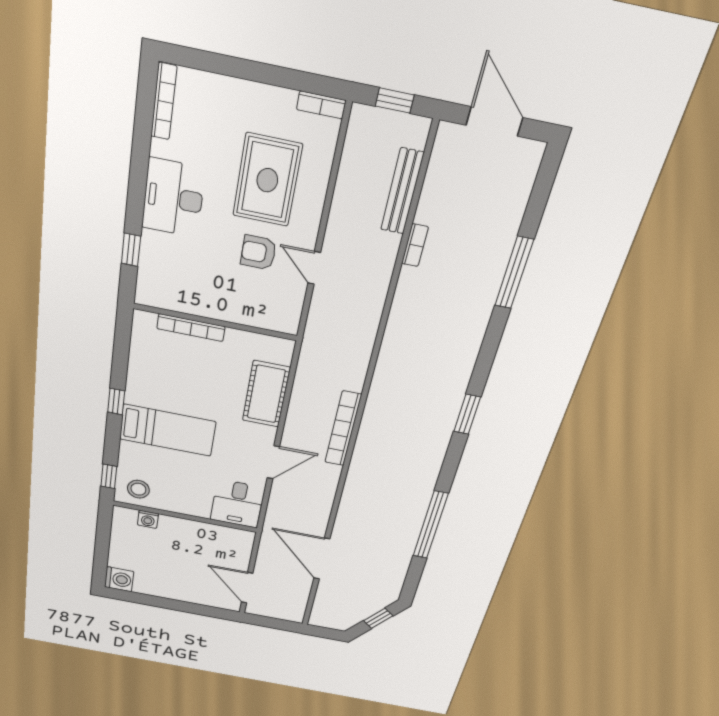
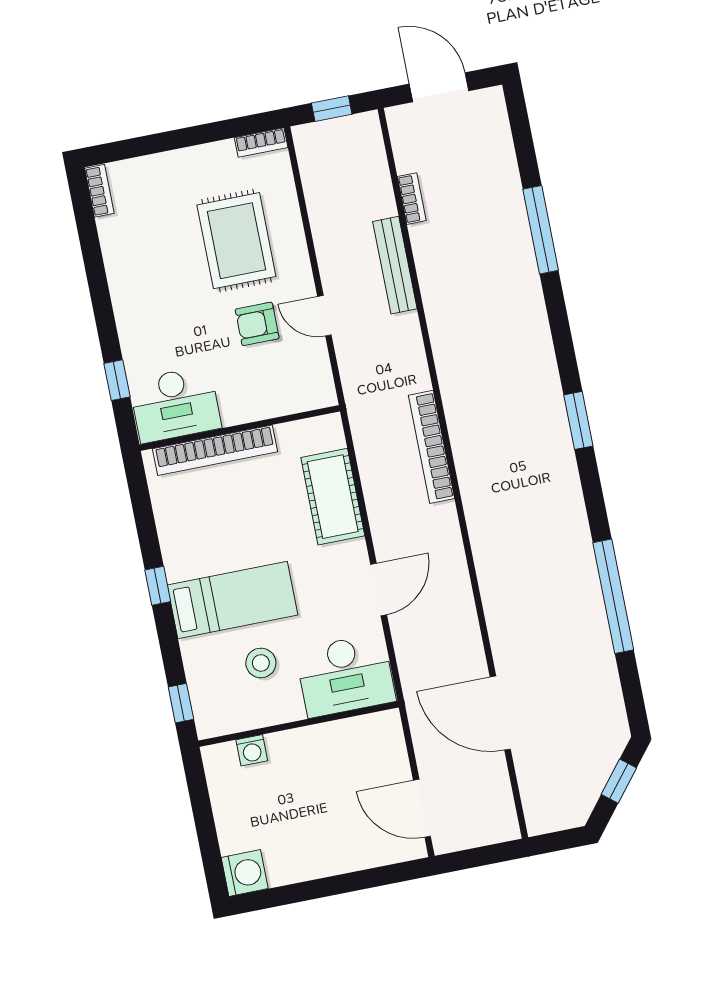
bookcase: (164, 102) -> (99, 191), width x0.64
bench: (402, 191) -> (395, 265), moved
desk: (173, 198) -> (175, 404), moved, turned -90
bookcase: (415, 245) -> (412, 199), moved
bookcase: (191, 328) -> (215, 450), width x1.48, depth x1.31
bookcase: (343, 429) -> (432, 447), moved
stool: (138, 489) -> (261, 663), moved
desk: (237, 504) -> (345, 675), width x1.37

